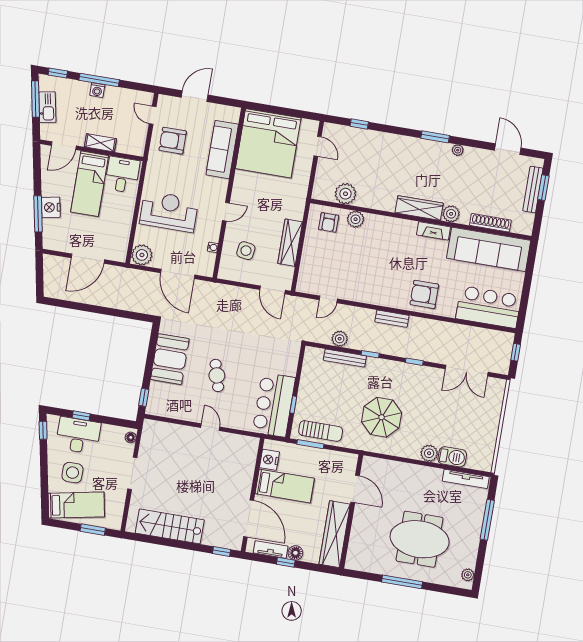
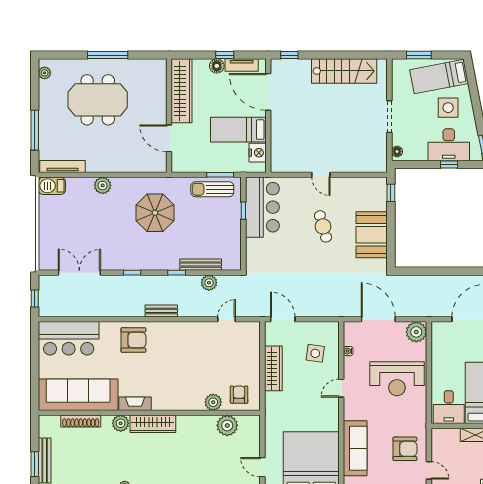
barbecue: (452, 457) -> (52, 186), moved

